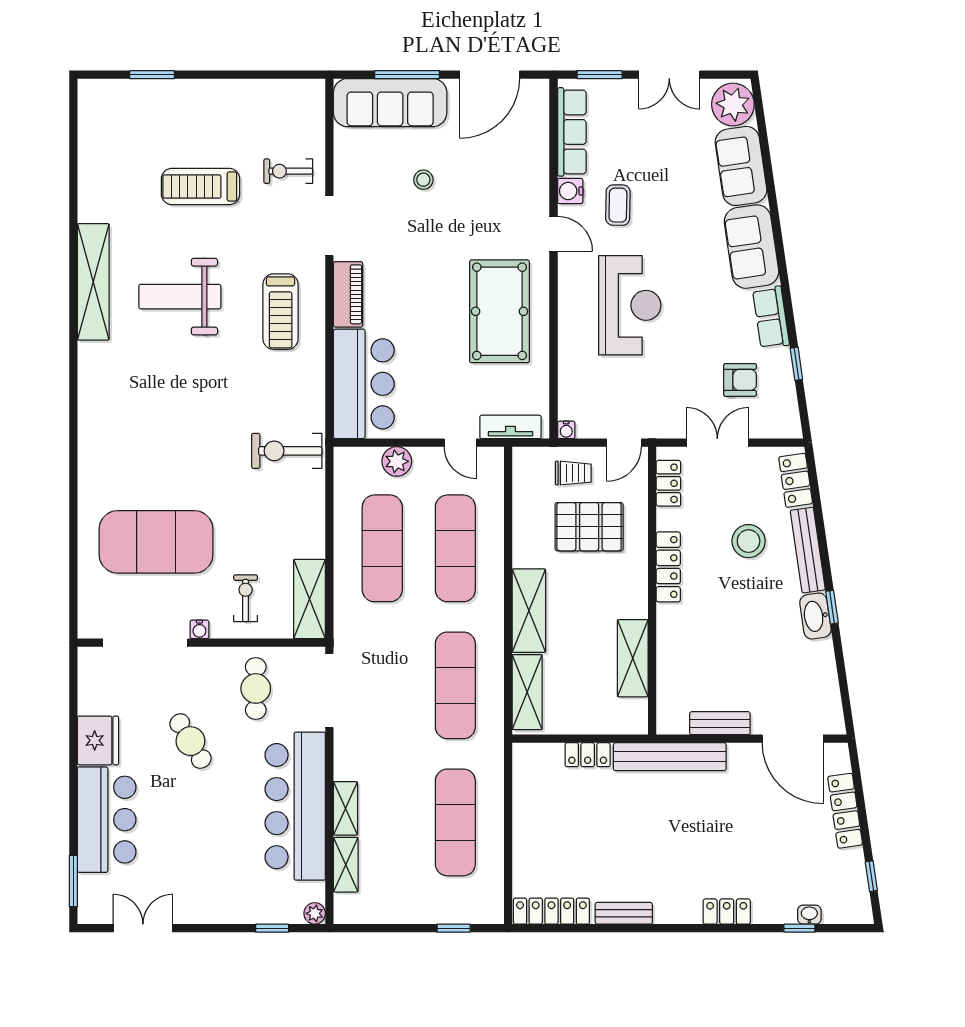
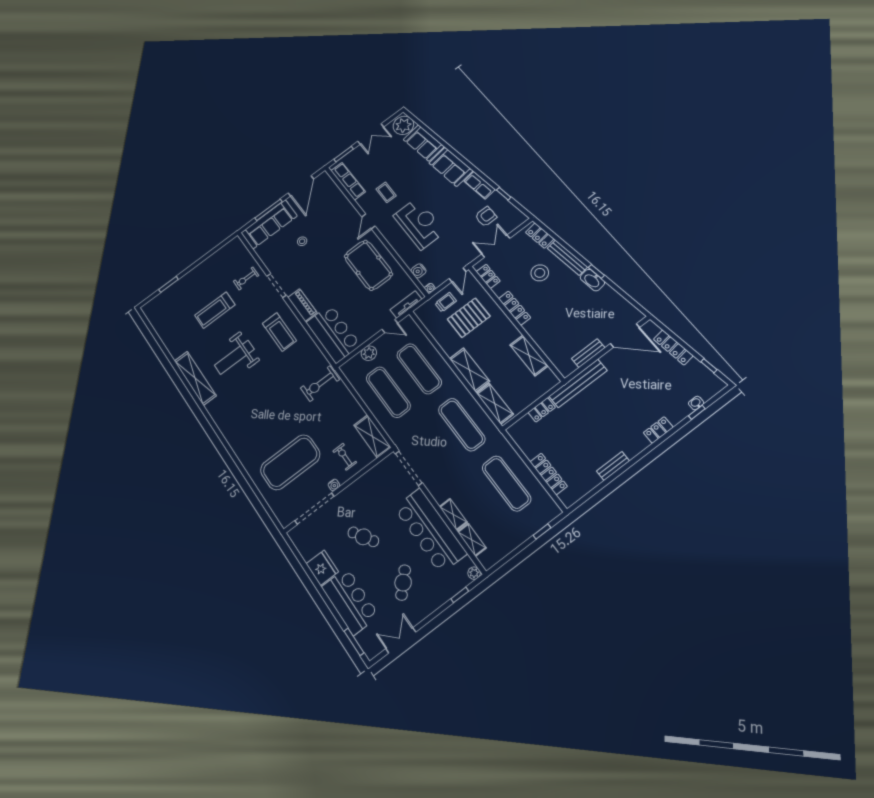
water cooler: (570, 191) -> (419, 271), moved
door: (554, 234) -> (369, 221), swing flipped
cafe table: (256, 688) -> (403, 583), moved, turned 43
locker: (551, 911) -> (549, 474), moved, turned 90

